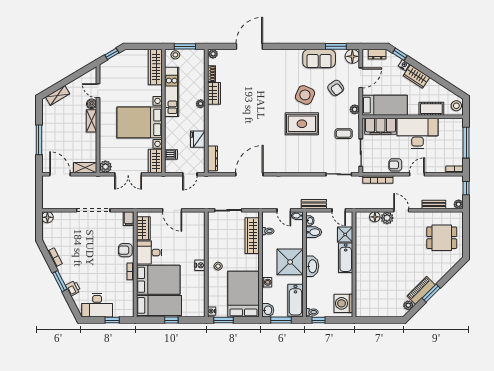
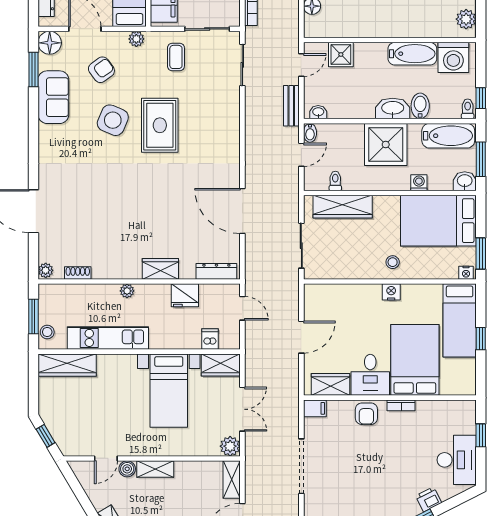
wardrobe: (214, 93) -> (160, 269), moved
bed with nightstands: (140, 122) -> (169, 391), width x0.73
bidet: (314, 232) -> (420, 106), moved
bathtub: (346, 258) -> (412, 54), moved
bed: (159, 305) -> (460, 320), moved, turned 180
plant: (367, 311) -> (466, 19), added

